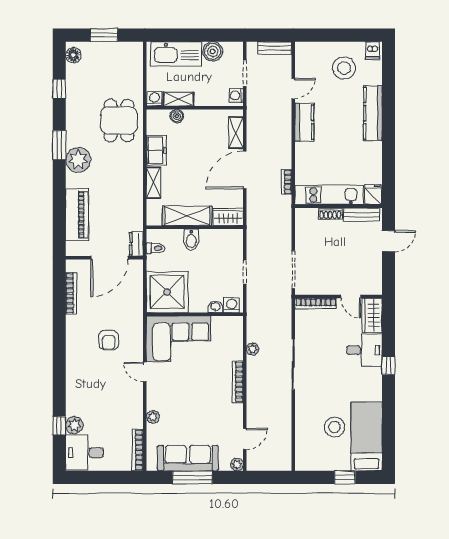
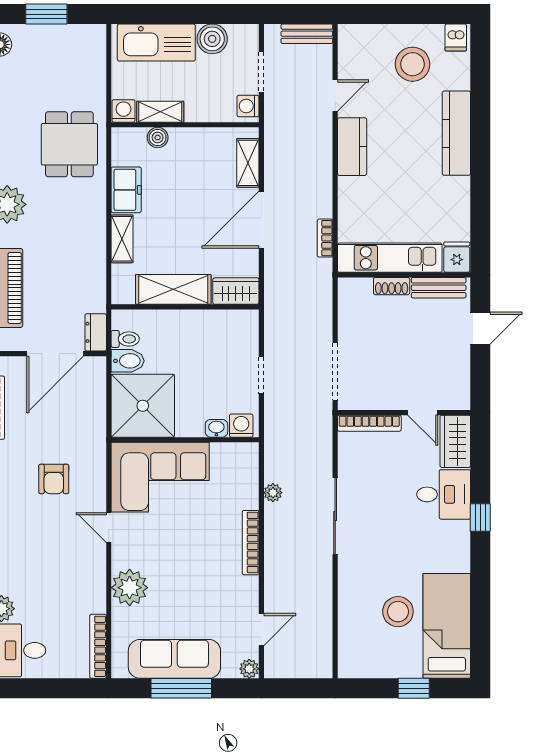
bidet: (191, 240) -> (128, 361), moved, turned -90
plant: (153, 417) -> (130, 588), width x1.88, depth x1.88

